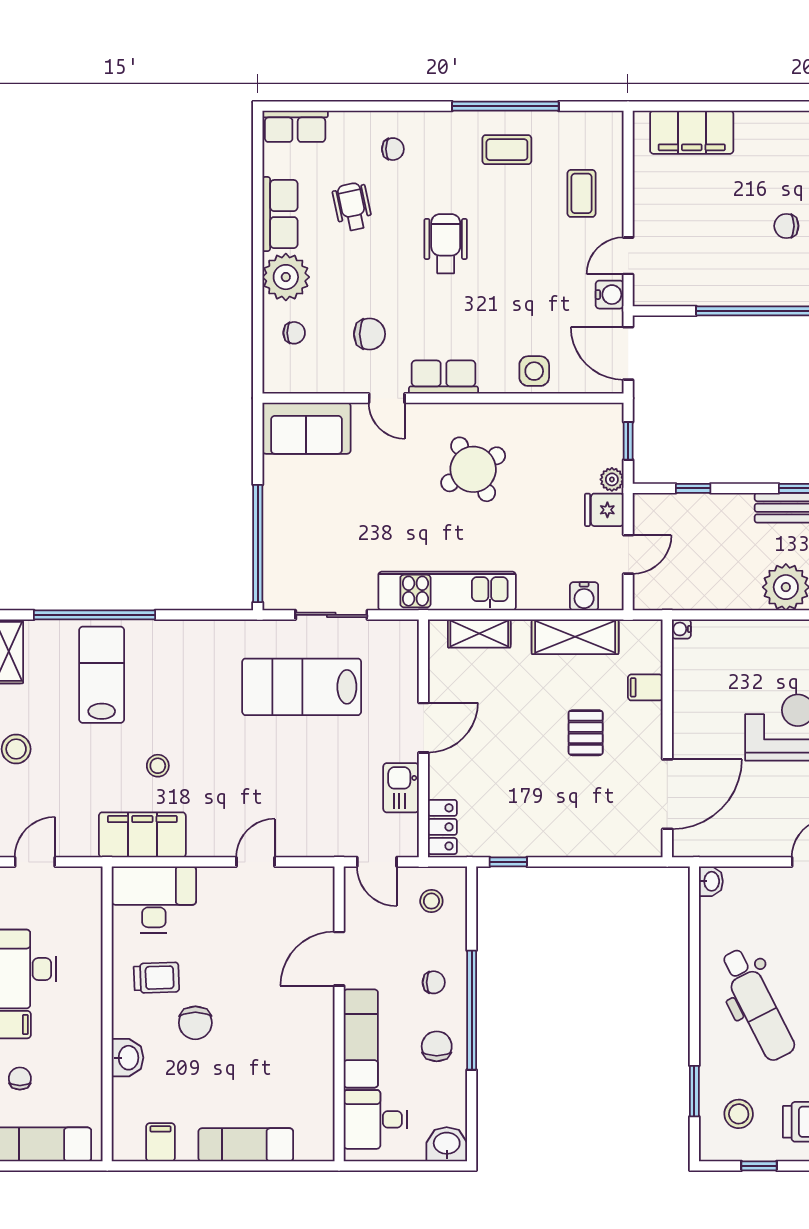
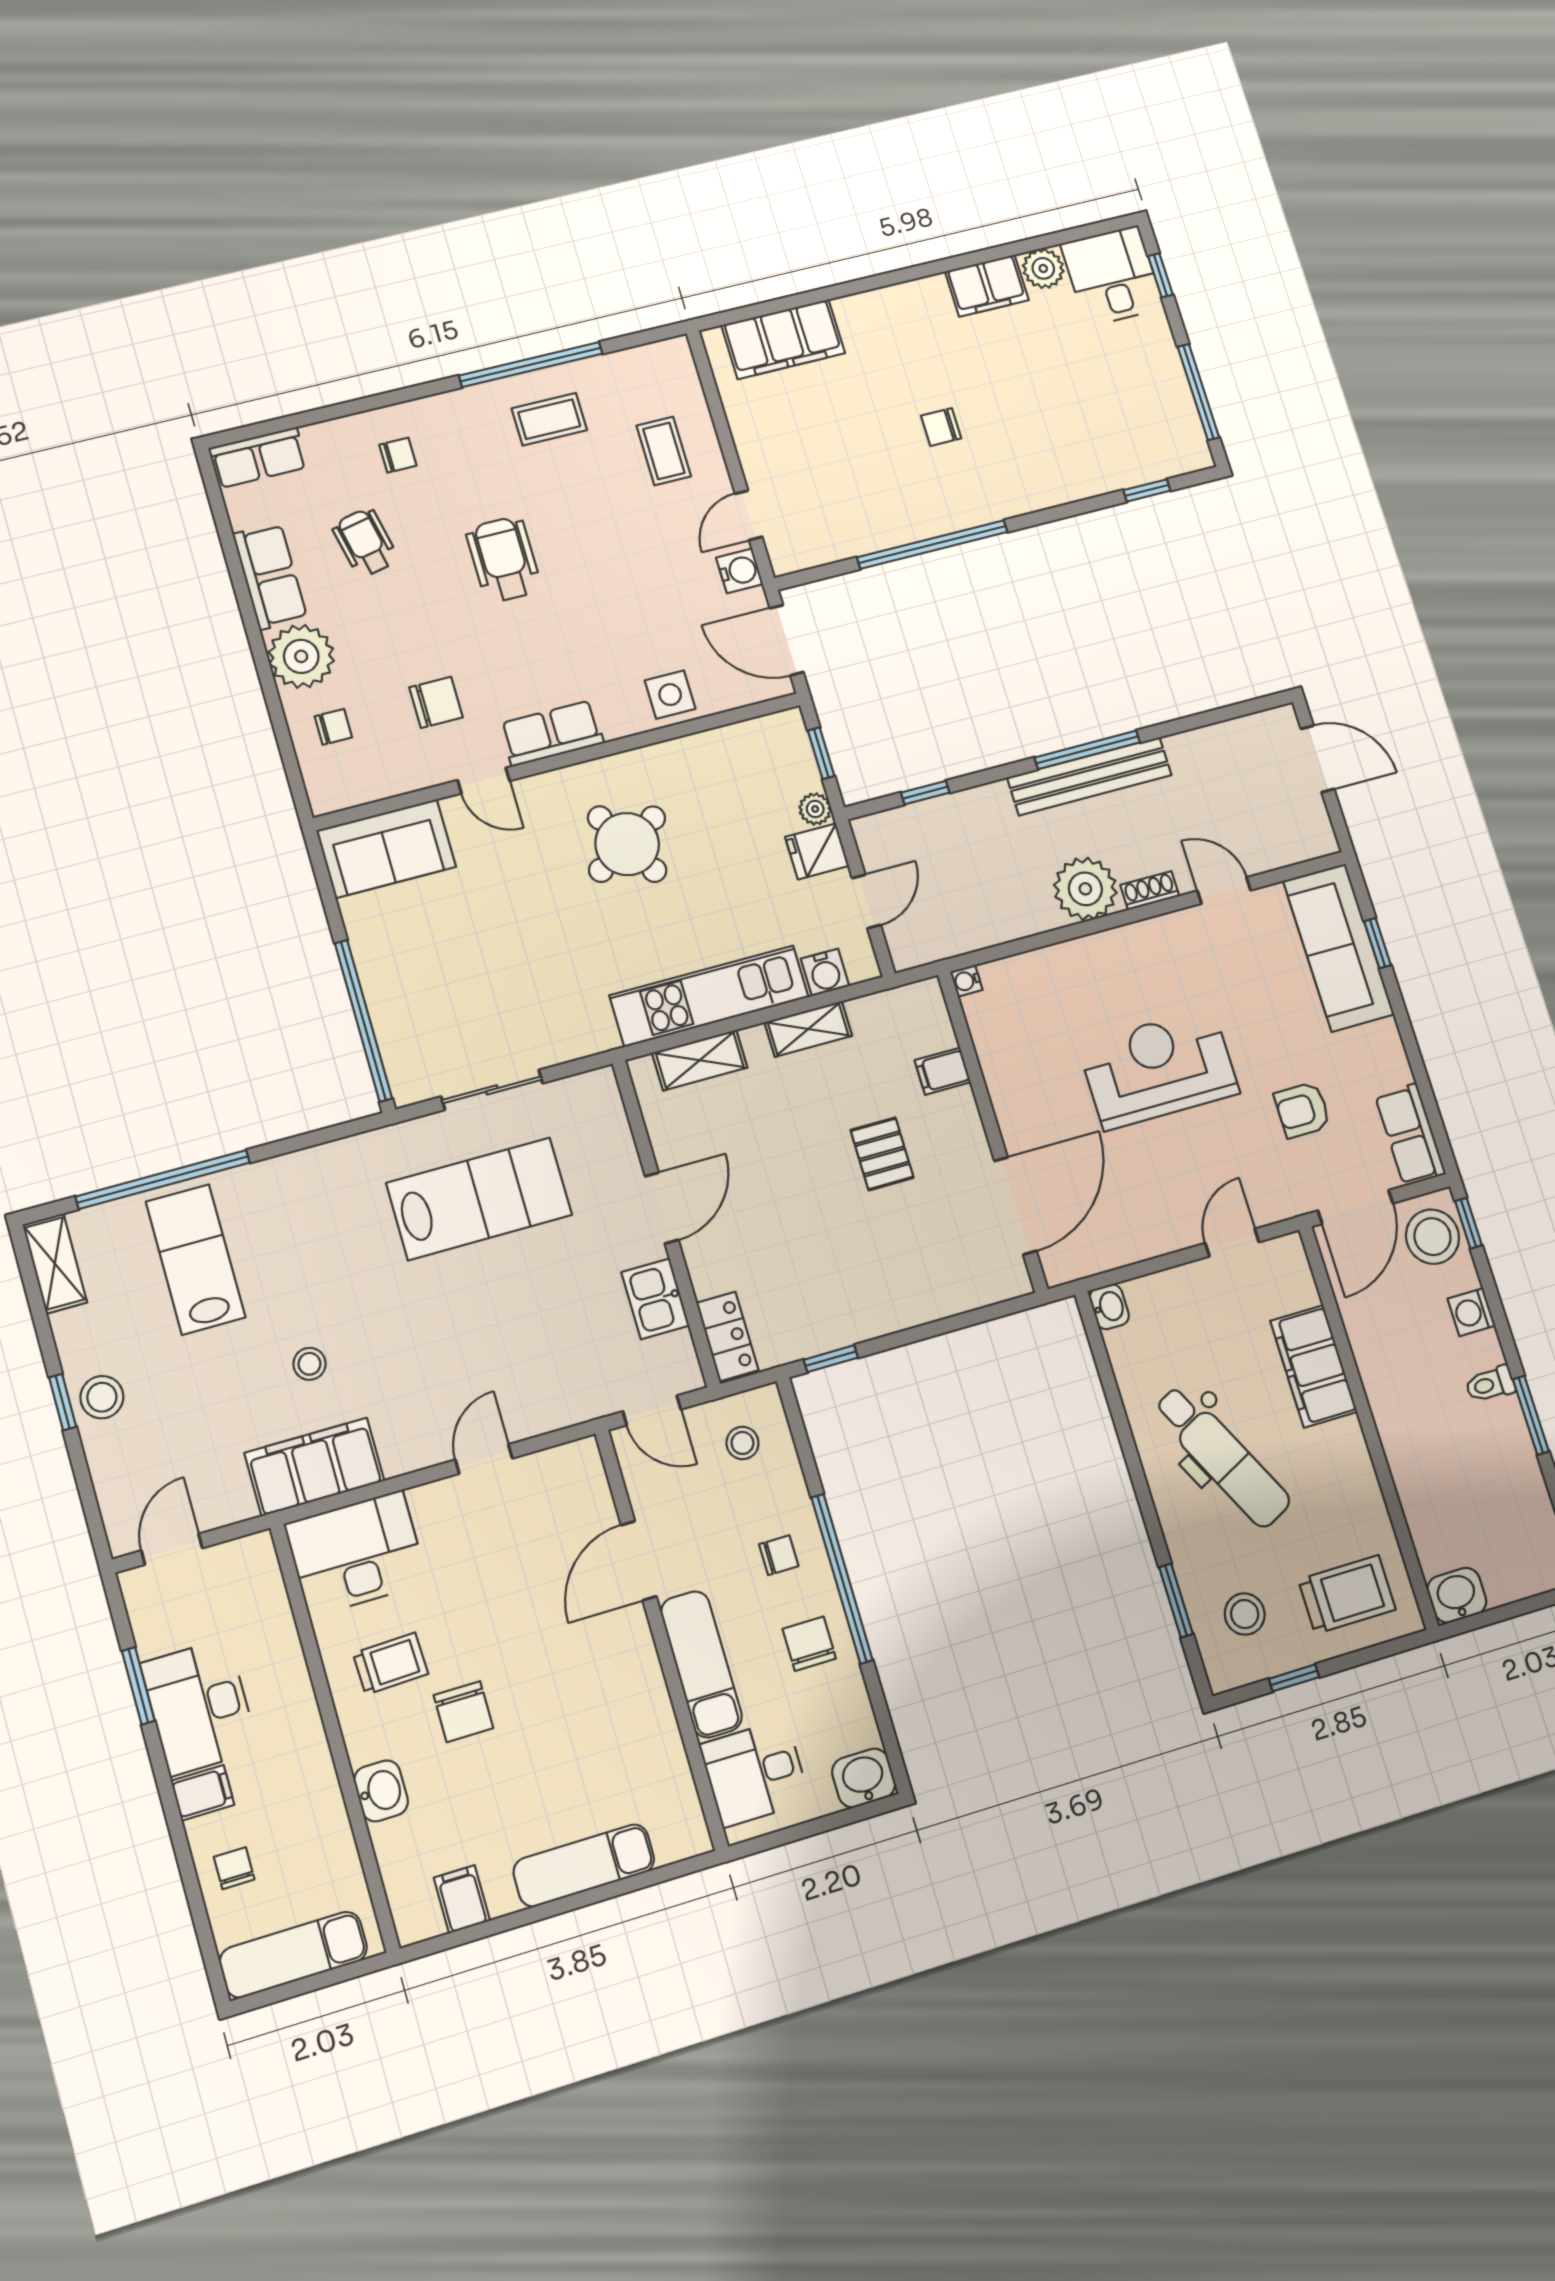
kitchen unit: (447, 591) -> (709, 996), moved
shelving: (575, 637) -> (808, 1029), width x0.67, depth x0.75
lab bench: (302, 687) -> (479, 1199), turned 180

